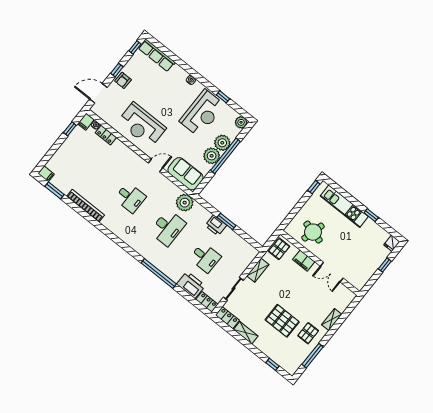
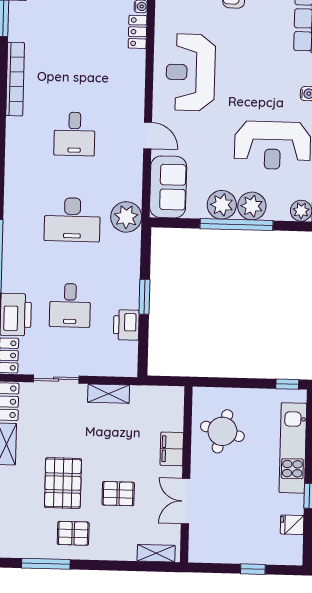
printer: (216, 225) -> (126, 325), moved
fridge: (392, 243) -> (292, 525), moved
pallet: (279, 249) -> (118, 494), moved
shelving: (332, 320) -> (156, 553), moved

